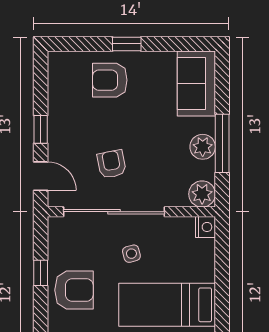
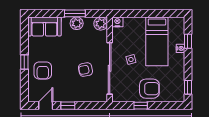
window: (222, 143) -> (75, 13), width x0.69
door: (41, 176) -> (46, 106), moved
armchair: (74, 290) -> (149, 89), turned 90

